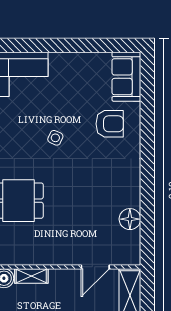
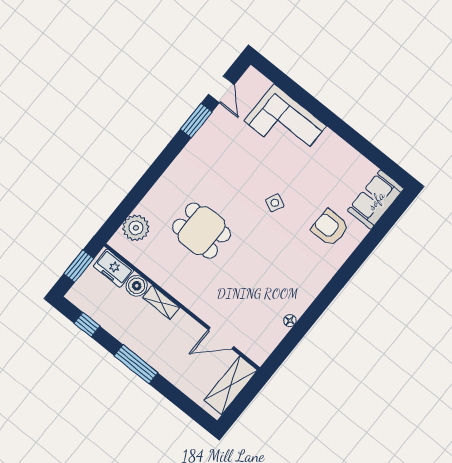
armchair: (110, 124) -> (330, 228), turned 180
floor lamp: (130, 219) -> (290, 321), width x0.53, depth x0.53

